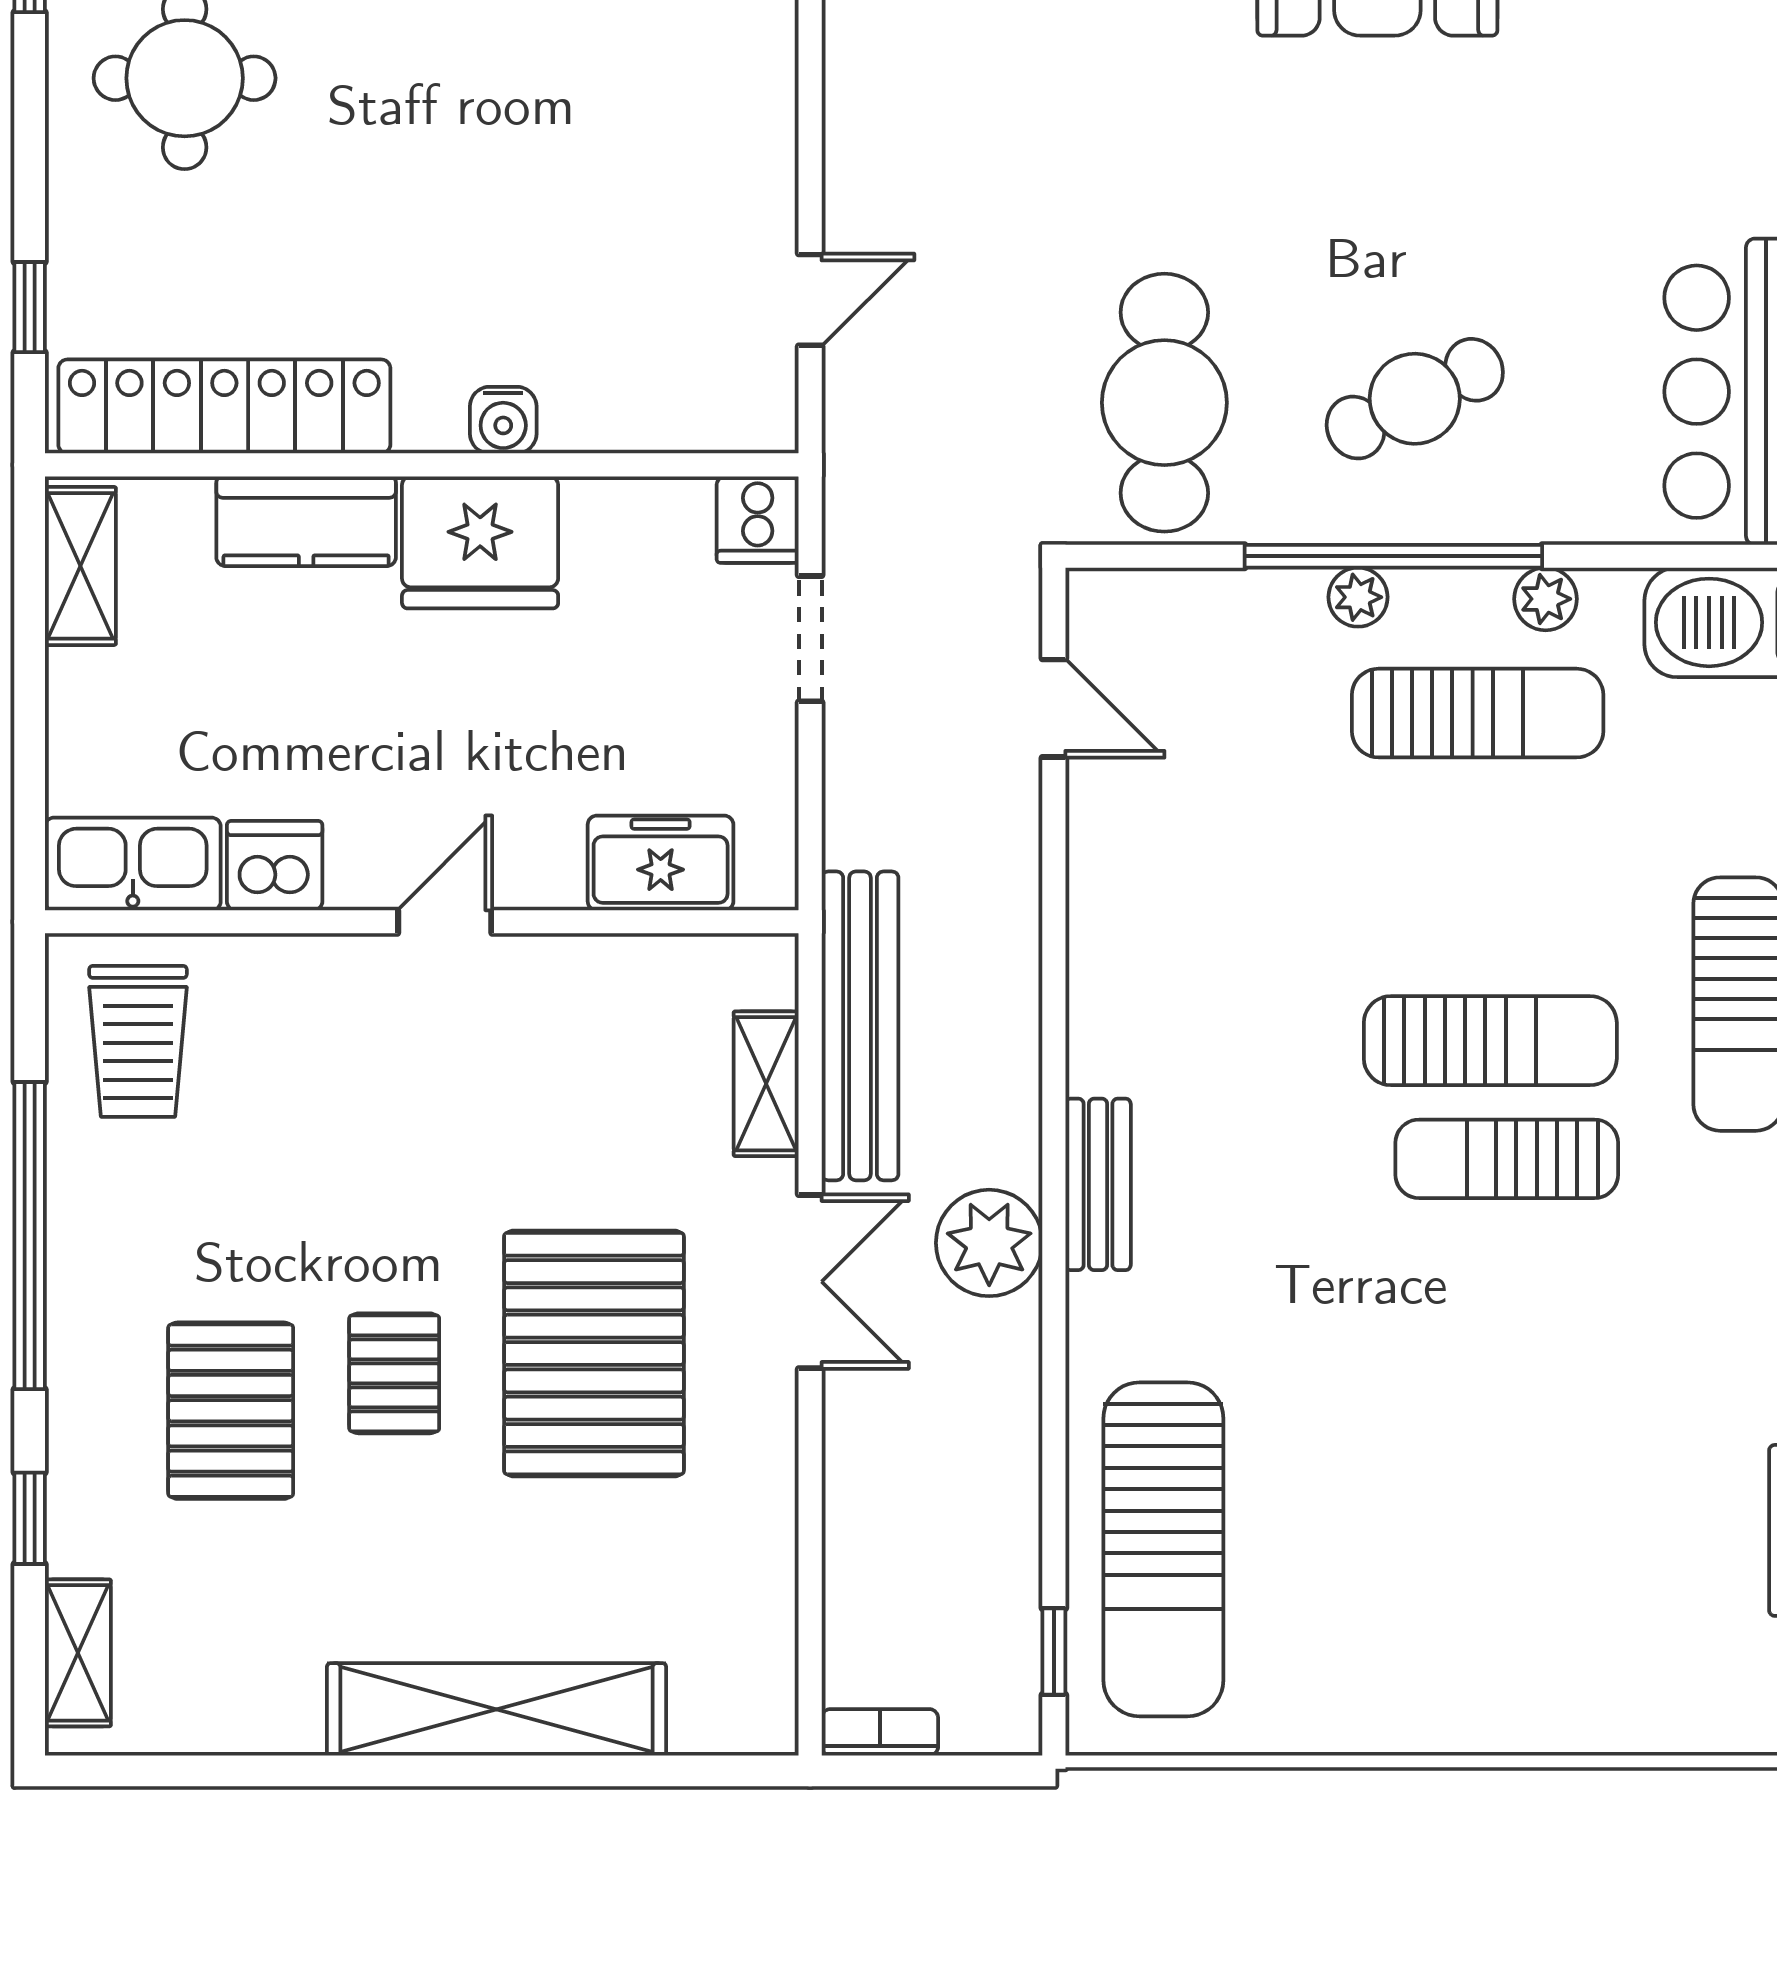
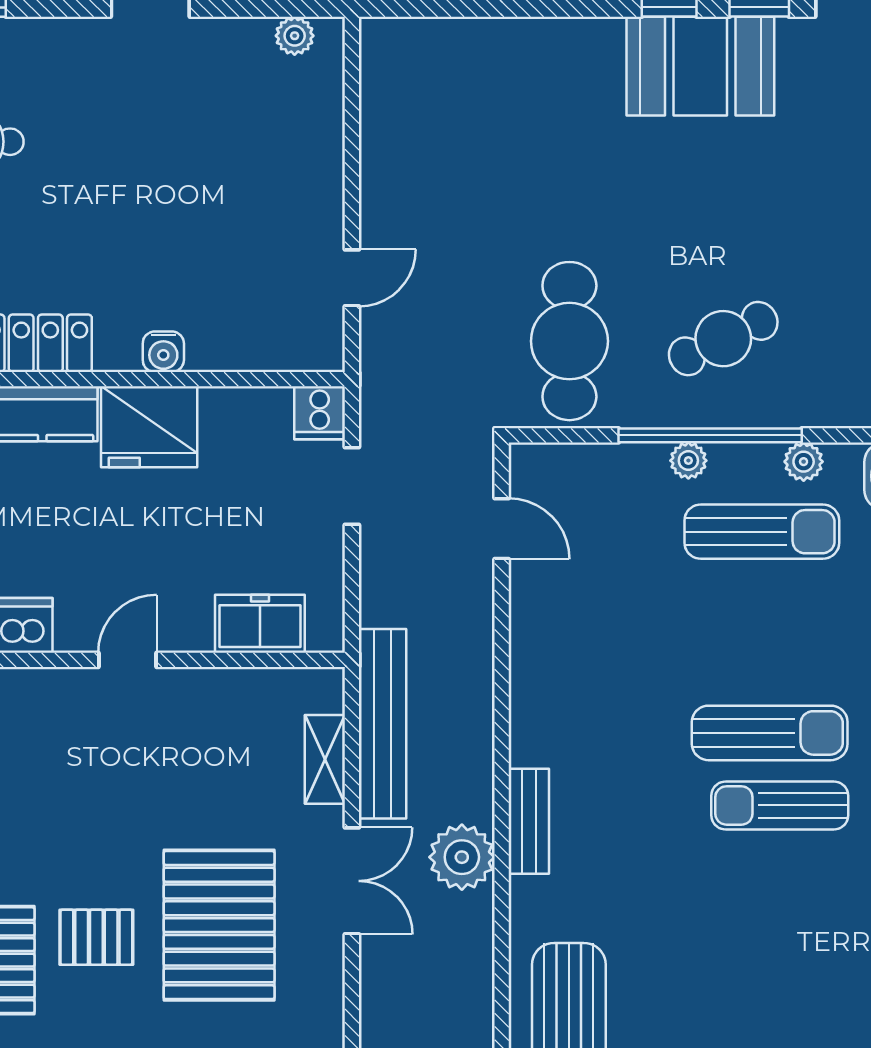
pallet: (394, 1373) -> (96, 937), turned 90

